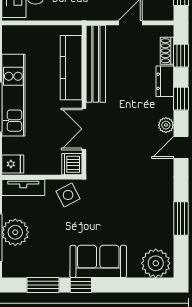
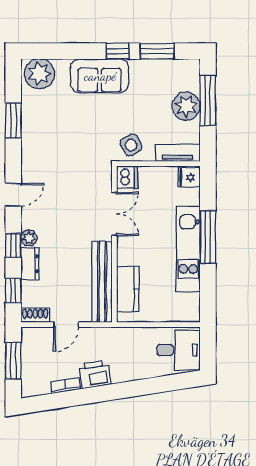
shoe rack: (167, 51) -> (35, 315), moved, turned -90
kitchen counter: (71, 68) -> (128, 289), width x0.67
plant: (166, 125) -> (29, 238), moved

